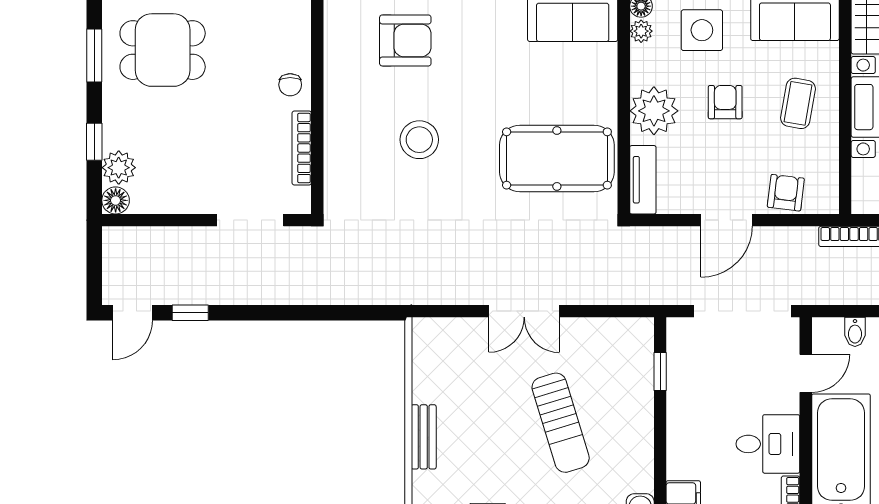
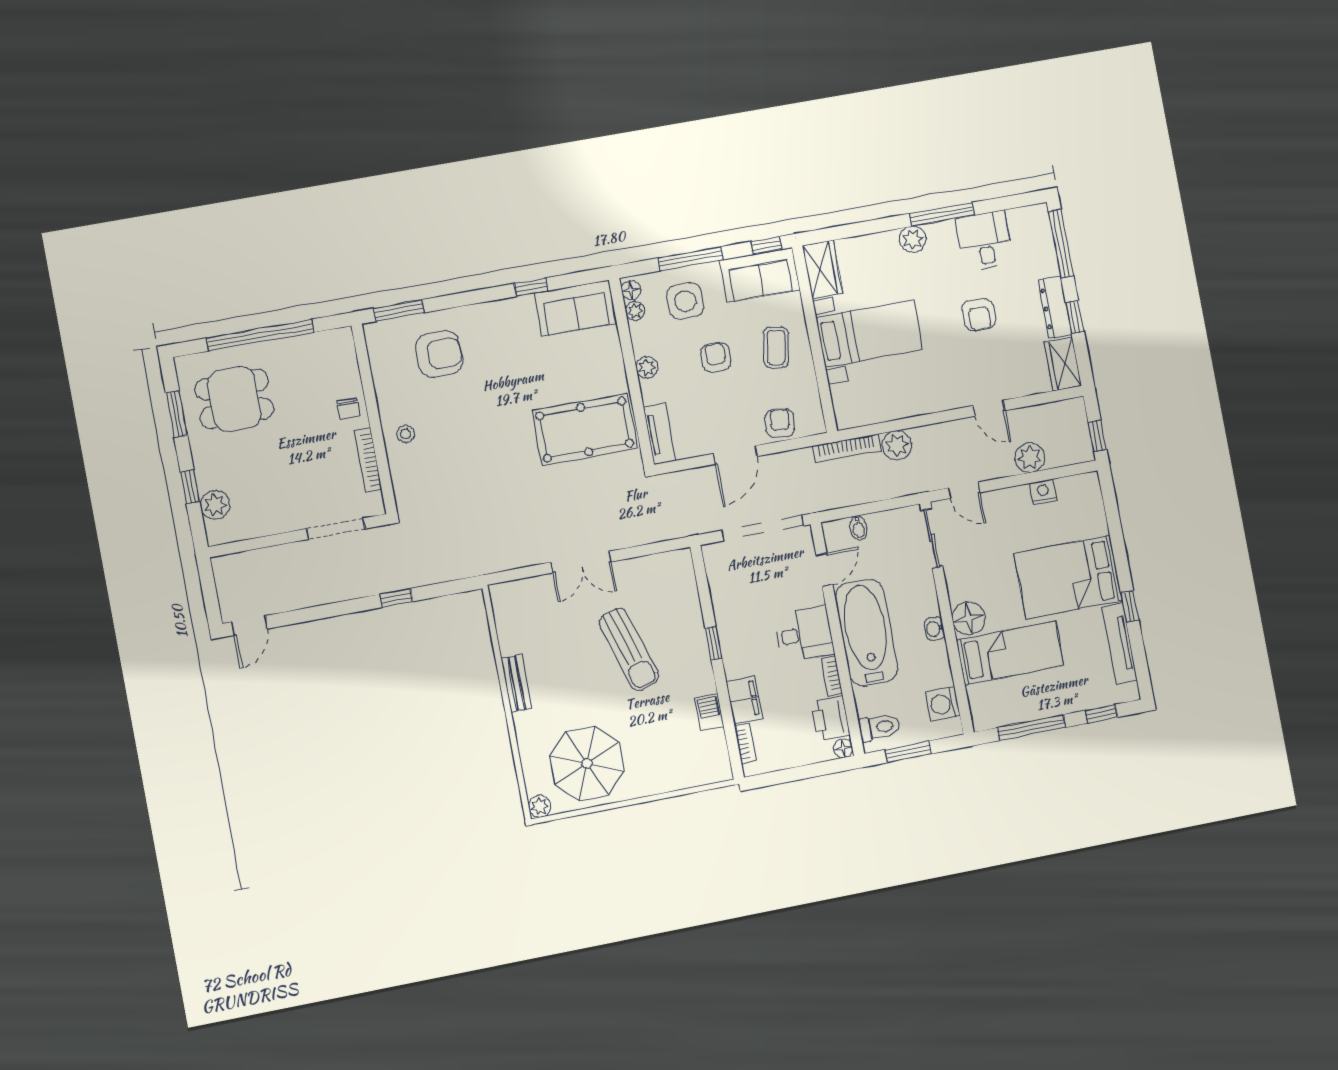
plant: (654, 111) -> (647, 367), width x0.53, depth x0.53
stool: (419, 140) -> (406, 434), moved, width x0.53, depth x0.53
floor lamp: (116, 200) -> (217, 533), removed
window: (190, 313) -> (396, 598), moved
window: (660, 371) -> (714, 643), moved

